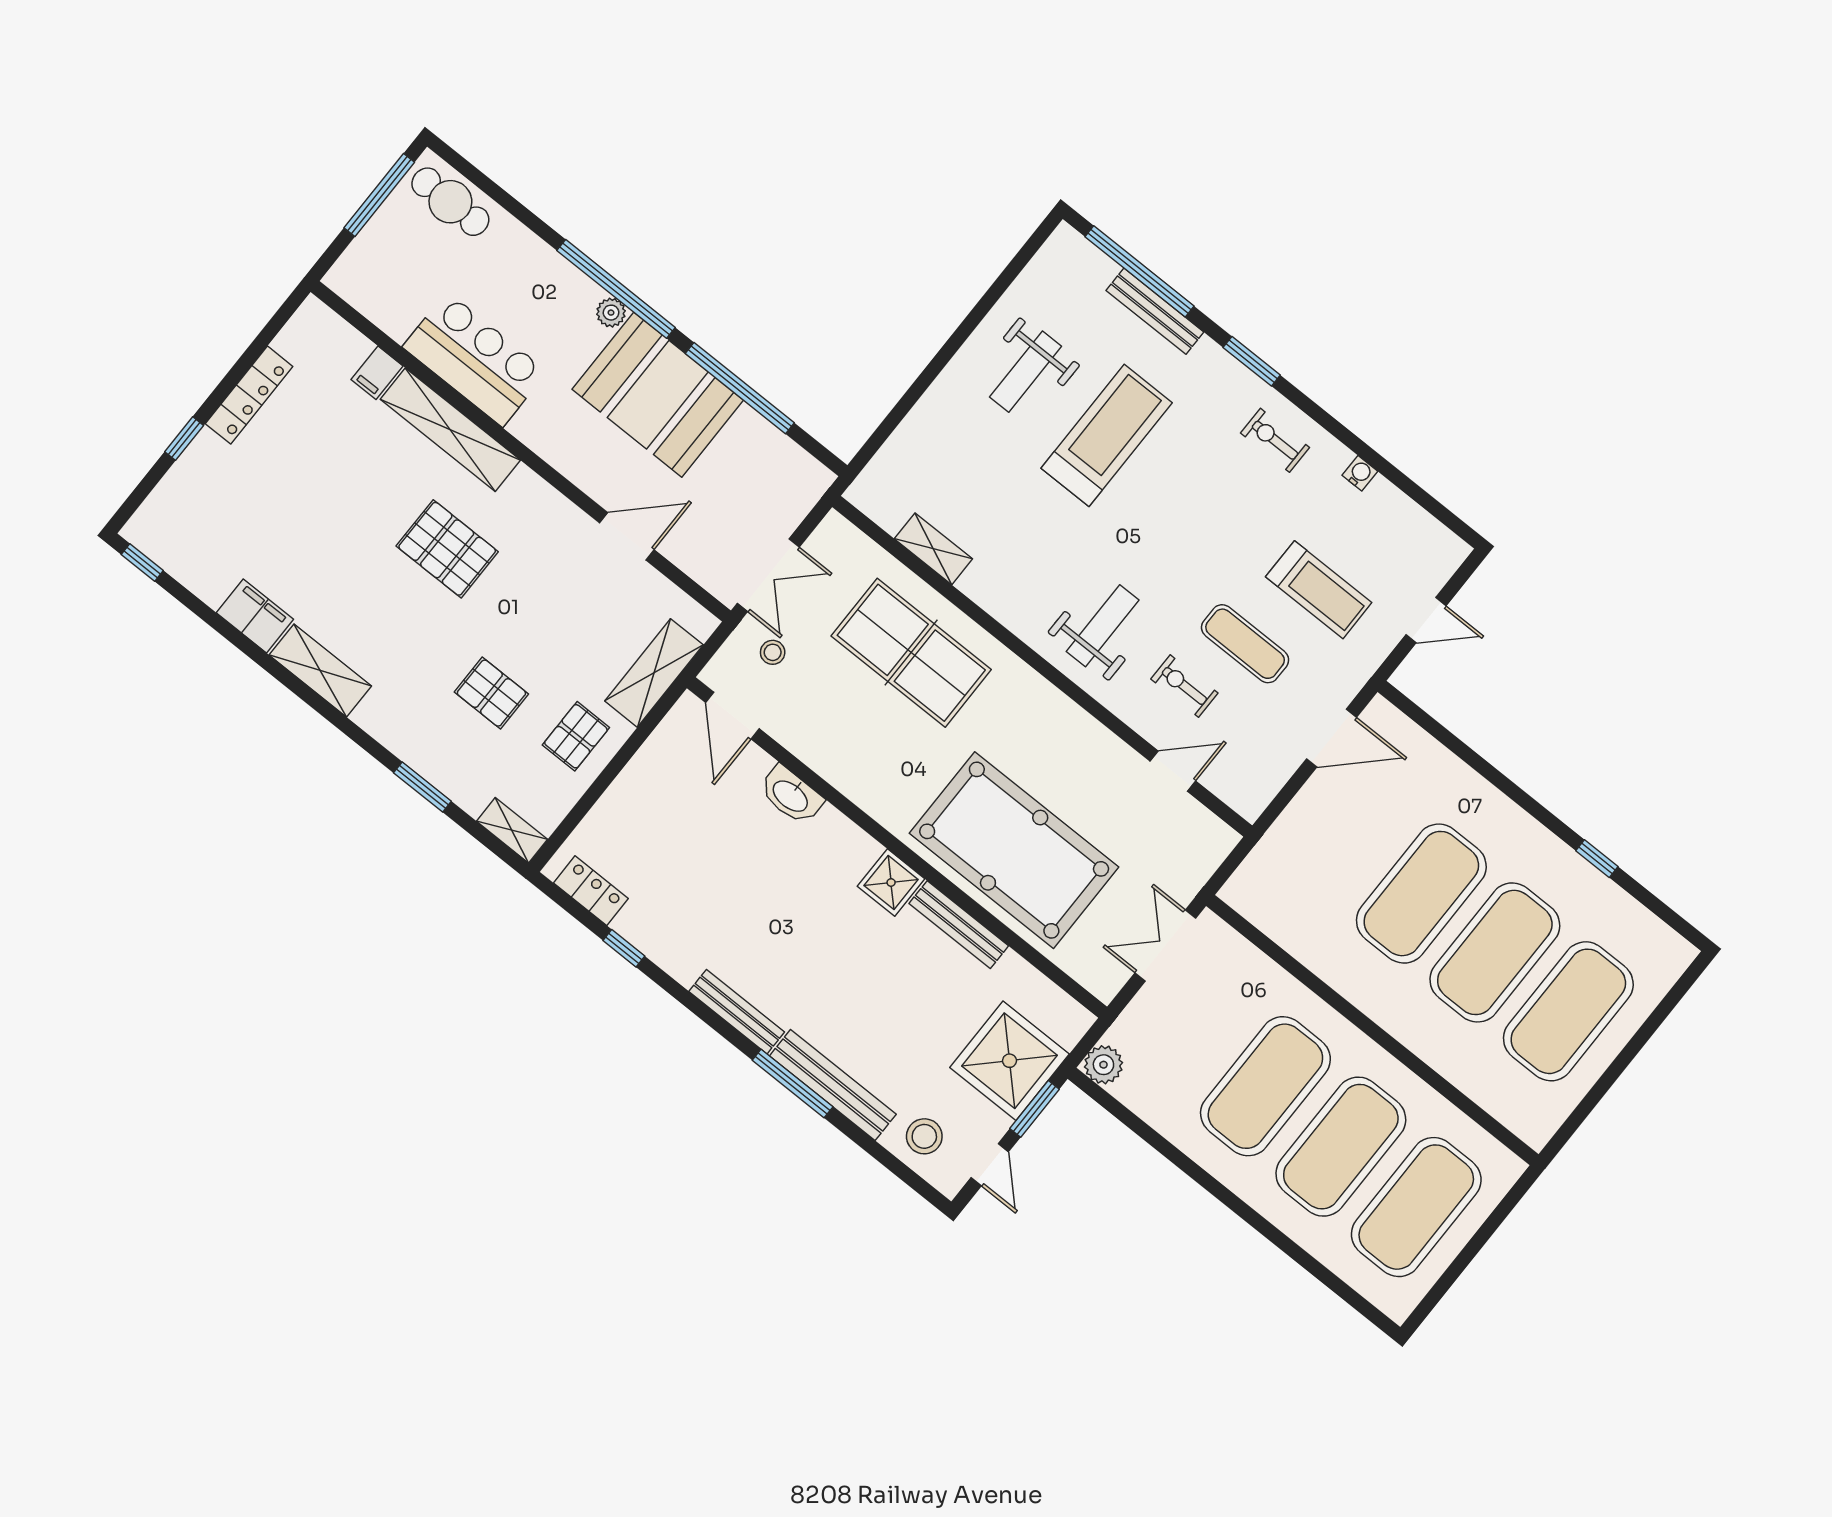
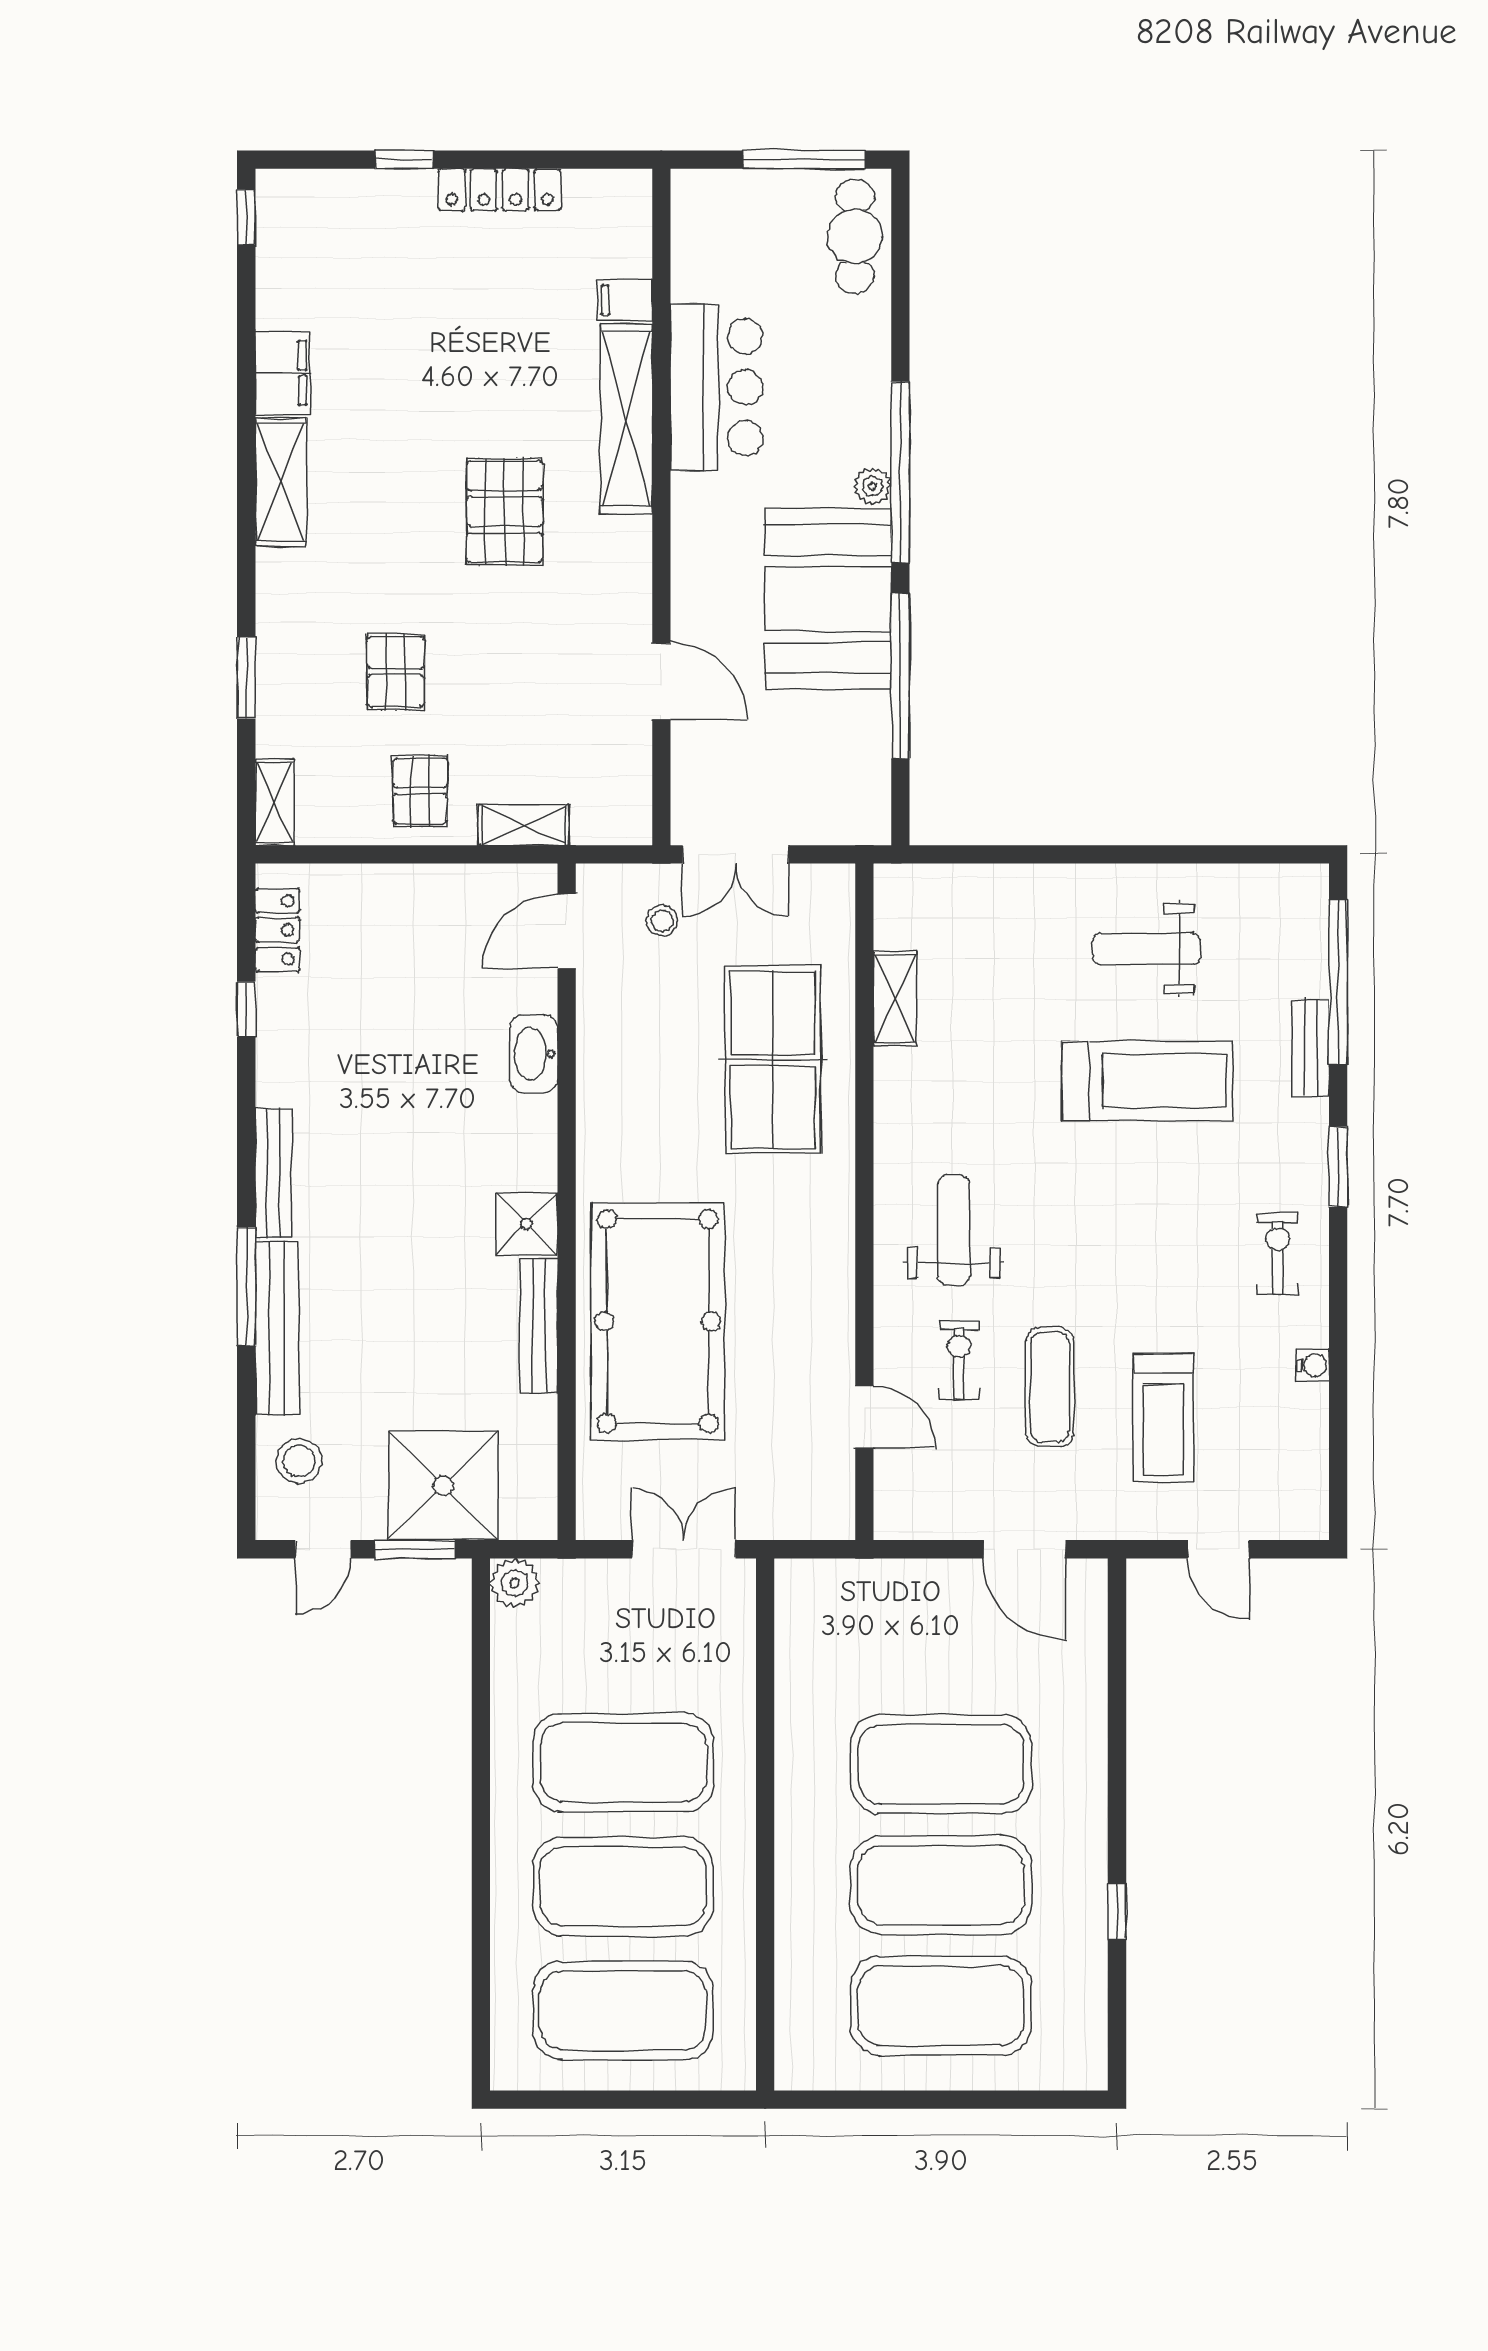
bench: (1155, 311) -> (1311, 1047), width x0.73
weight bench: (1103, 626) -> (954, 1230), turned -90
shelving: (654, 673) -> (524, 825), width x0.67, depth x0.75
pallet: (576, 736) -> (420, 791), turned 90

